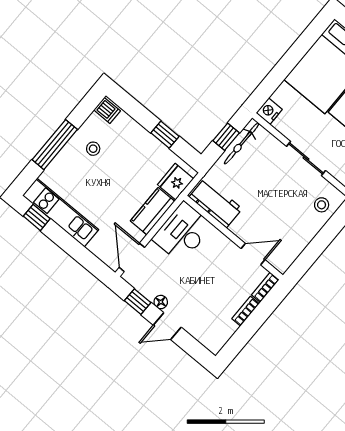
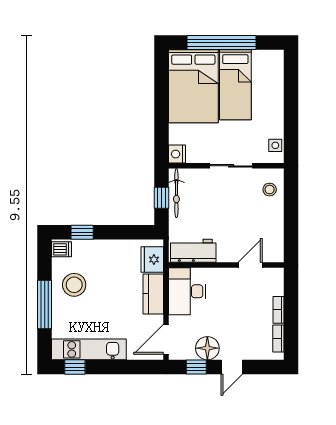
window: (165, 135) -> (82, 232), moved
stool: (93, 149) -> (74, 285), width x1.89, depth x1.89
door: (132, 257) -> (166, 339), hinge flipped
bookcase: (265, 287) -> (278, 339), moved
floor lamp: (161, 302) -> (207, 348), width x1.89, depth x1.89

